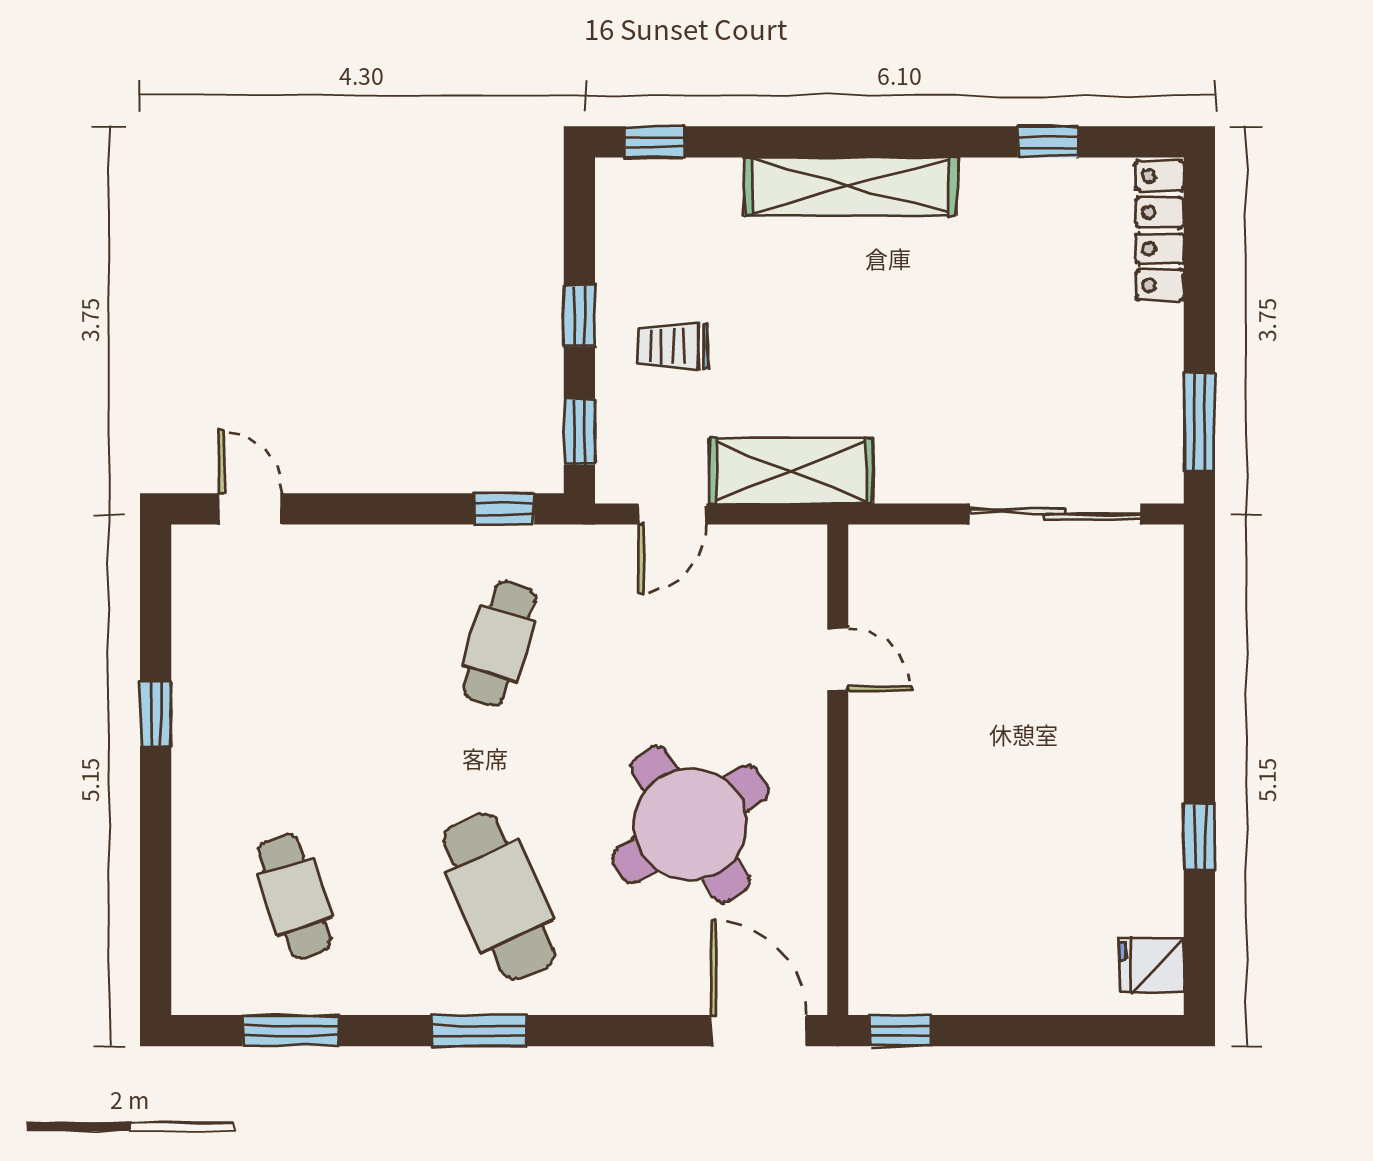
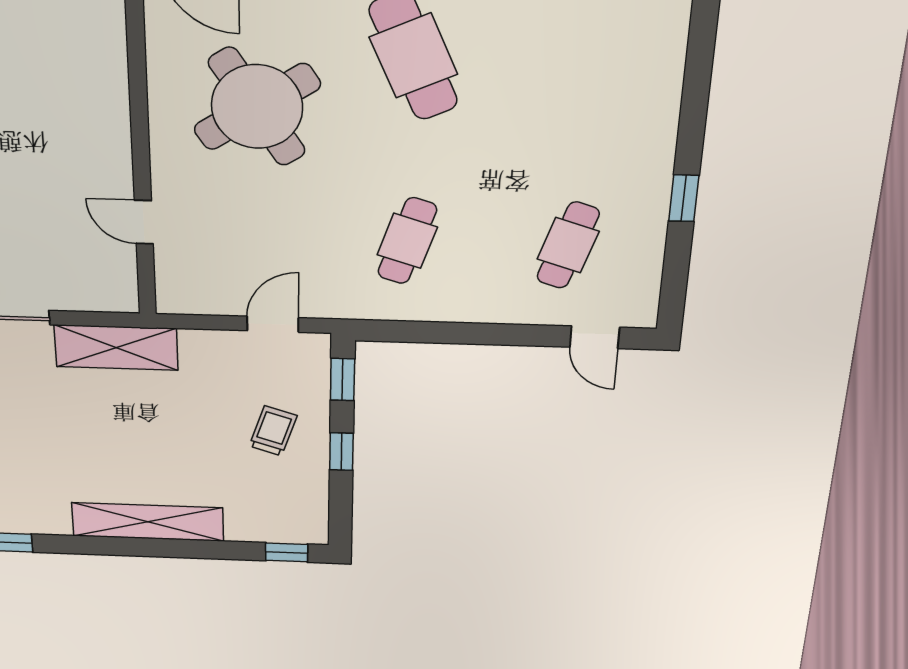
trolley: (673, 346) -> (273, 431), turned -72
shelving: (791, 471) -> (116, 347), moved
window: (504, 509) -> (401, 331), removed
cafe table: (295, 896) -> (568, 245), moved, turned 36

